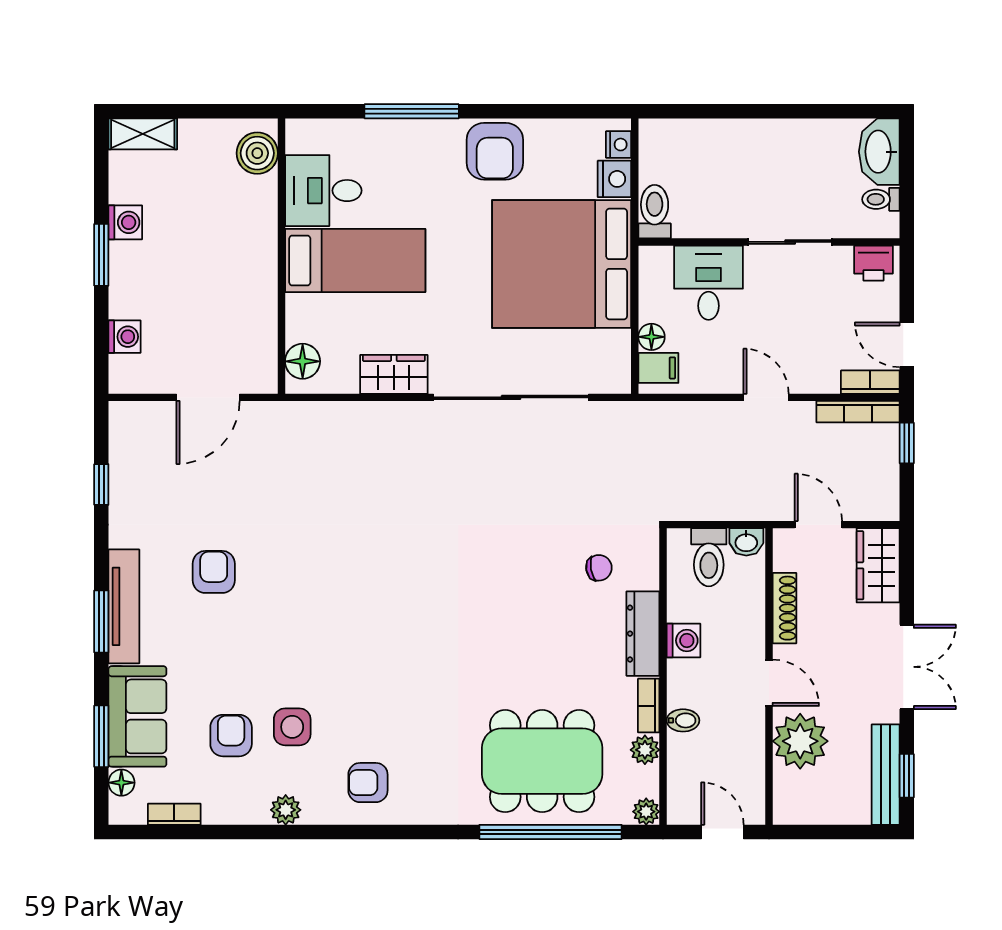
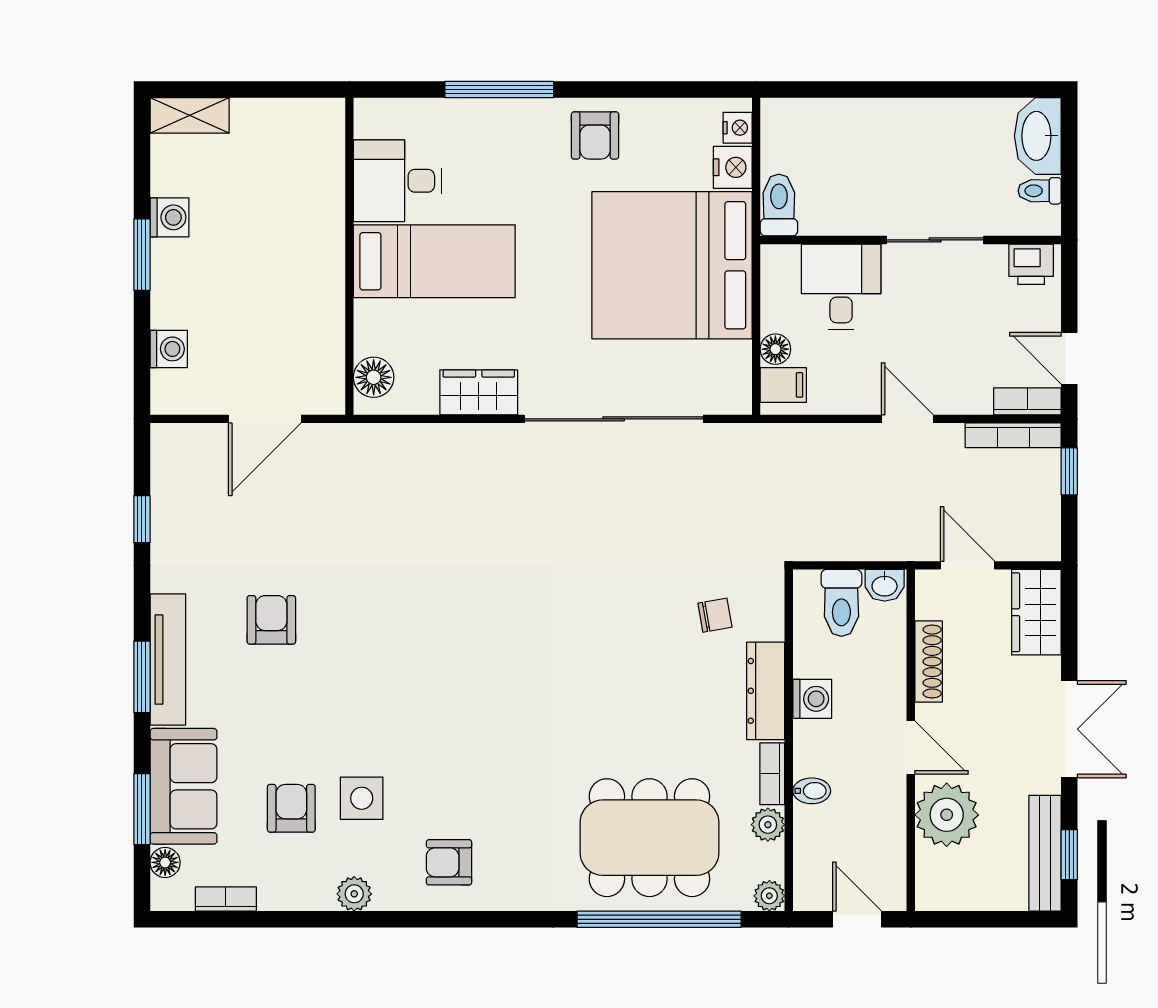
armchair: (495, 151) -> (595, 135), width x0.72, depth x0.72
boiler: (257, 153) -> (321, 138), removed

